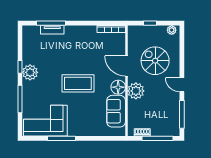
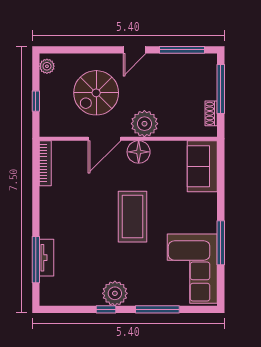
sofa: (116, 111) -> (202, 166), moved, turned 90

